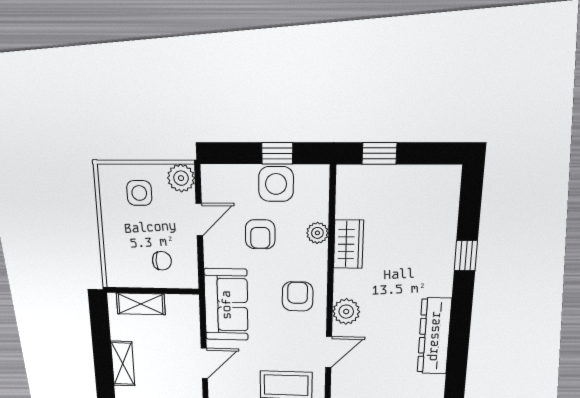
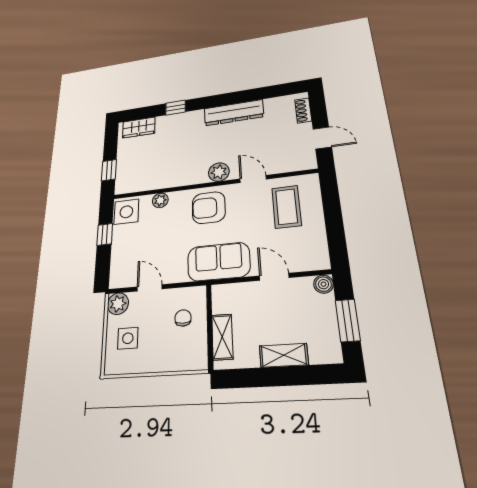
side table: (276, 184) -> (126, 212), moved
armchair: (260, 234) -> (161, 240), removed
wardrobe: (348, 244) -> (139, 128), moved, turned 180
armchair: (298, 296) -> (209, 208), width x1.38, depth x1.38

